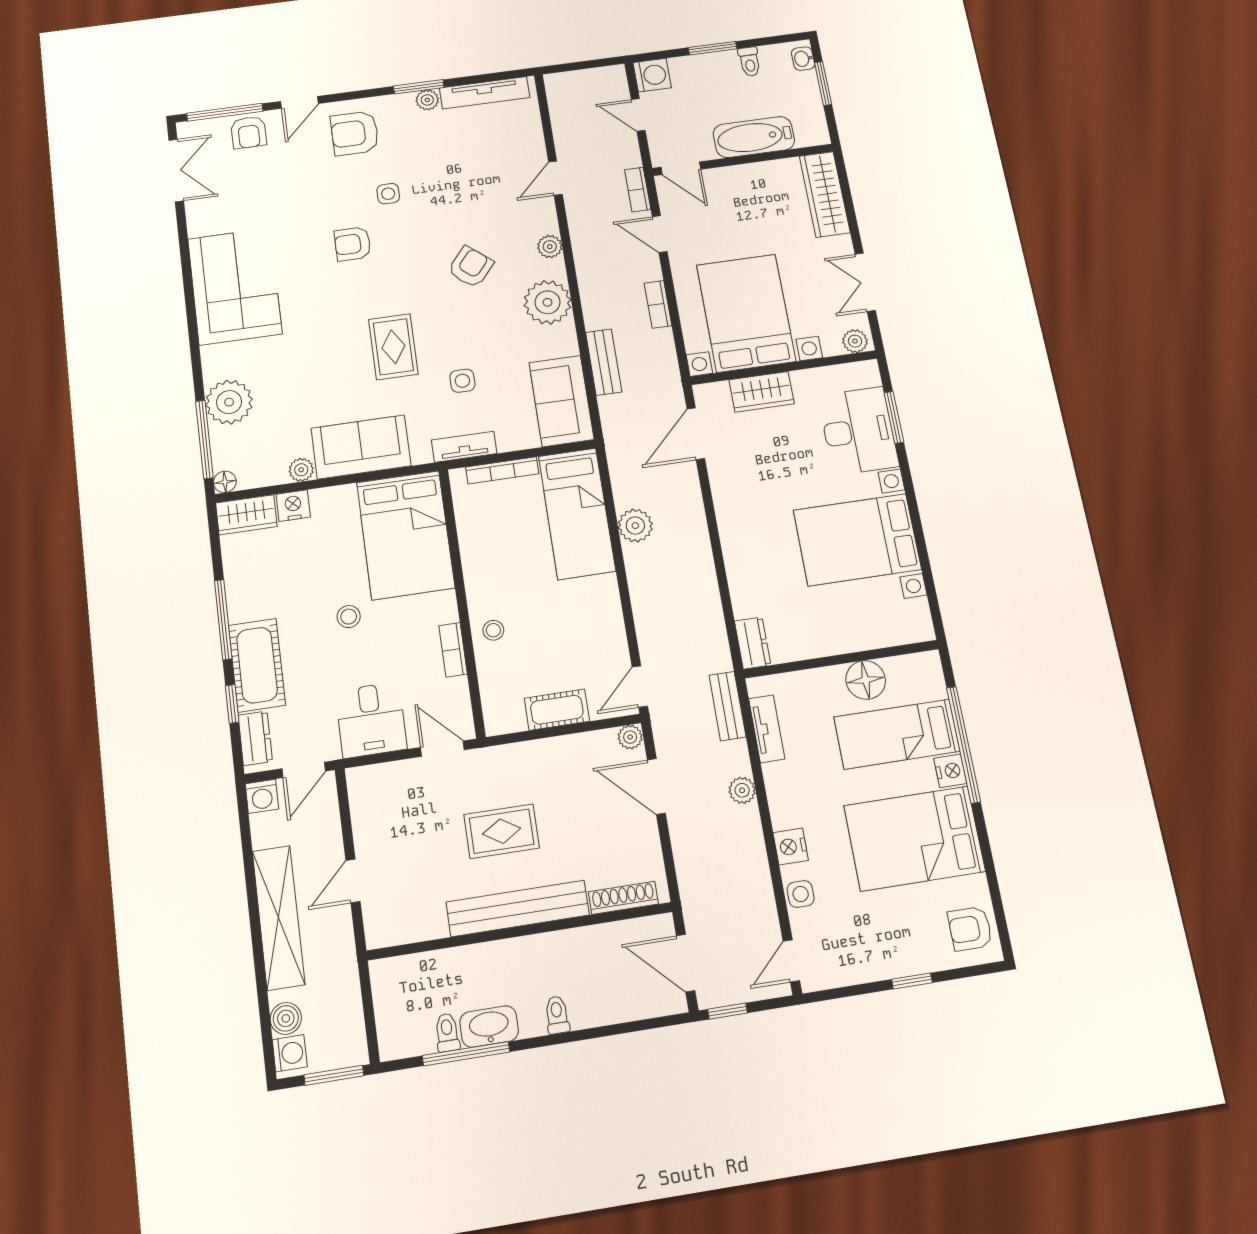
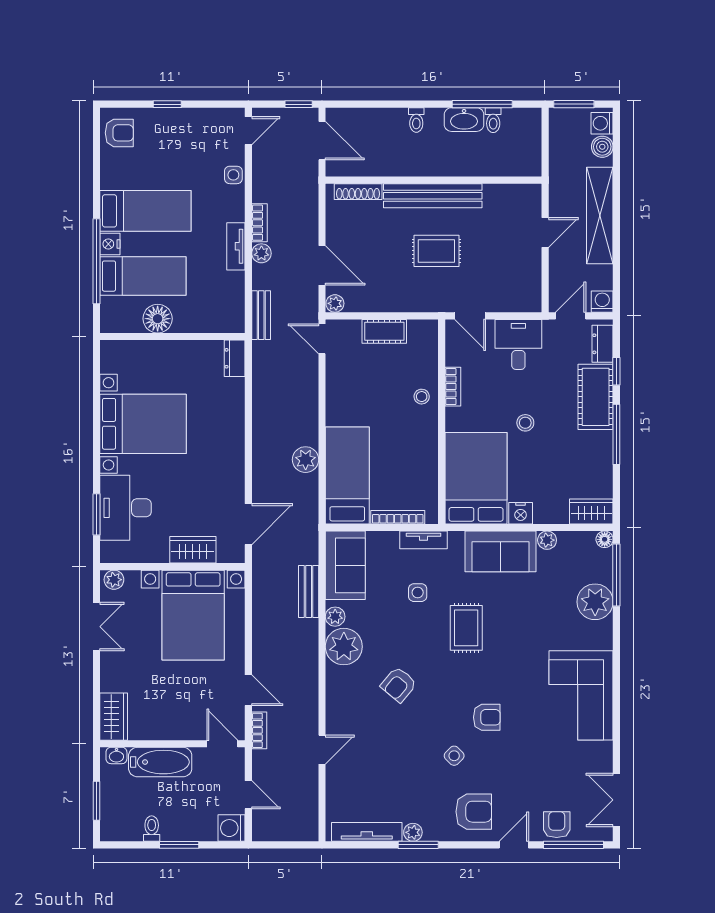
washbasin: (803, 59) -> (116, 755), moved, turned 90
side table: (388, 194) -> (454, 756), turned 45
wardrobe: (825, 194) -> (114, 717), width x0.67
plant: (550, 247) -> (335, 617), moved
bookcase: (658, 304) -> (259, 223), moved
nightstand: (293, 506) -> (521, 513), moved
door: (640, 687) -> (322, 339), swing flipped
tv unit: (767, 729) -> (236, 246), moved
bed: (914, 839) -> (145, 211), width x0.67
nightstand: (791, 847) -> (234, 209), removed

